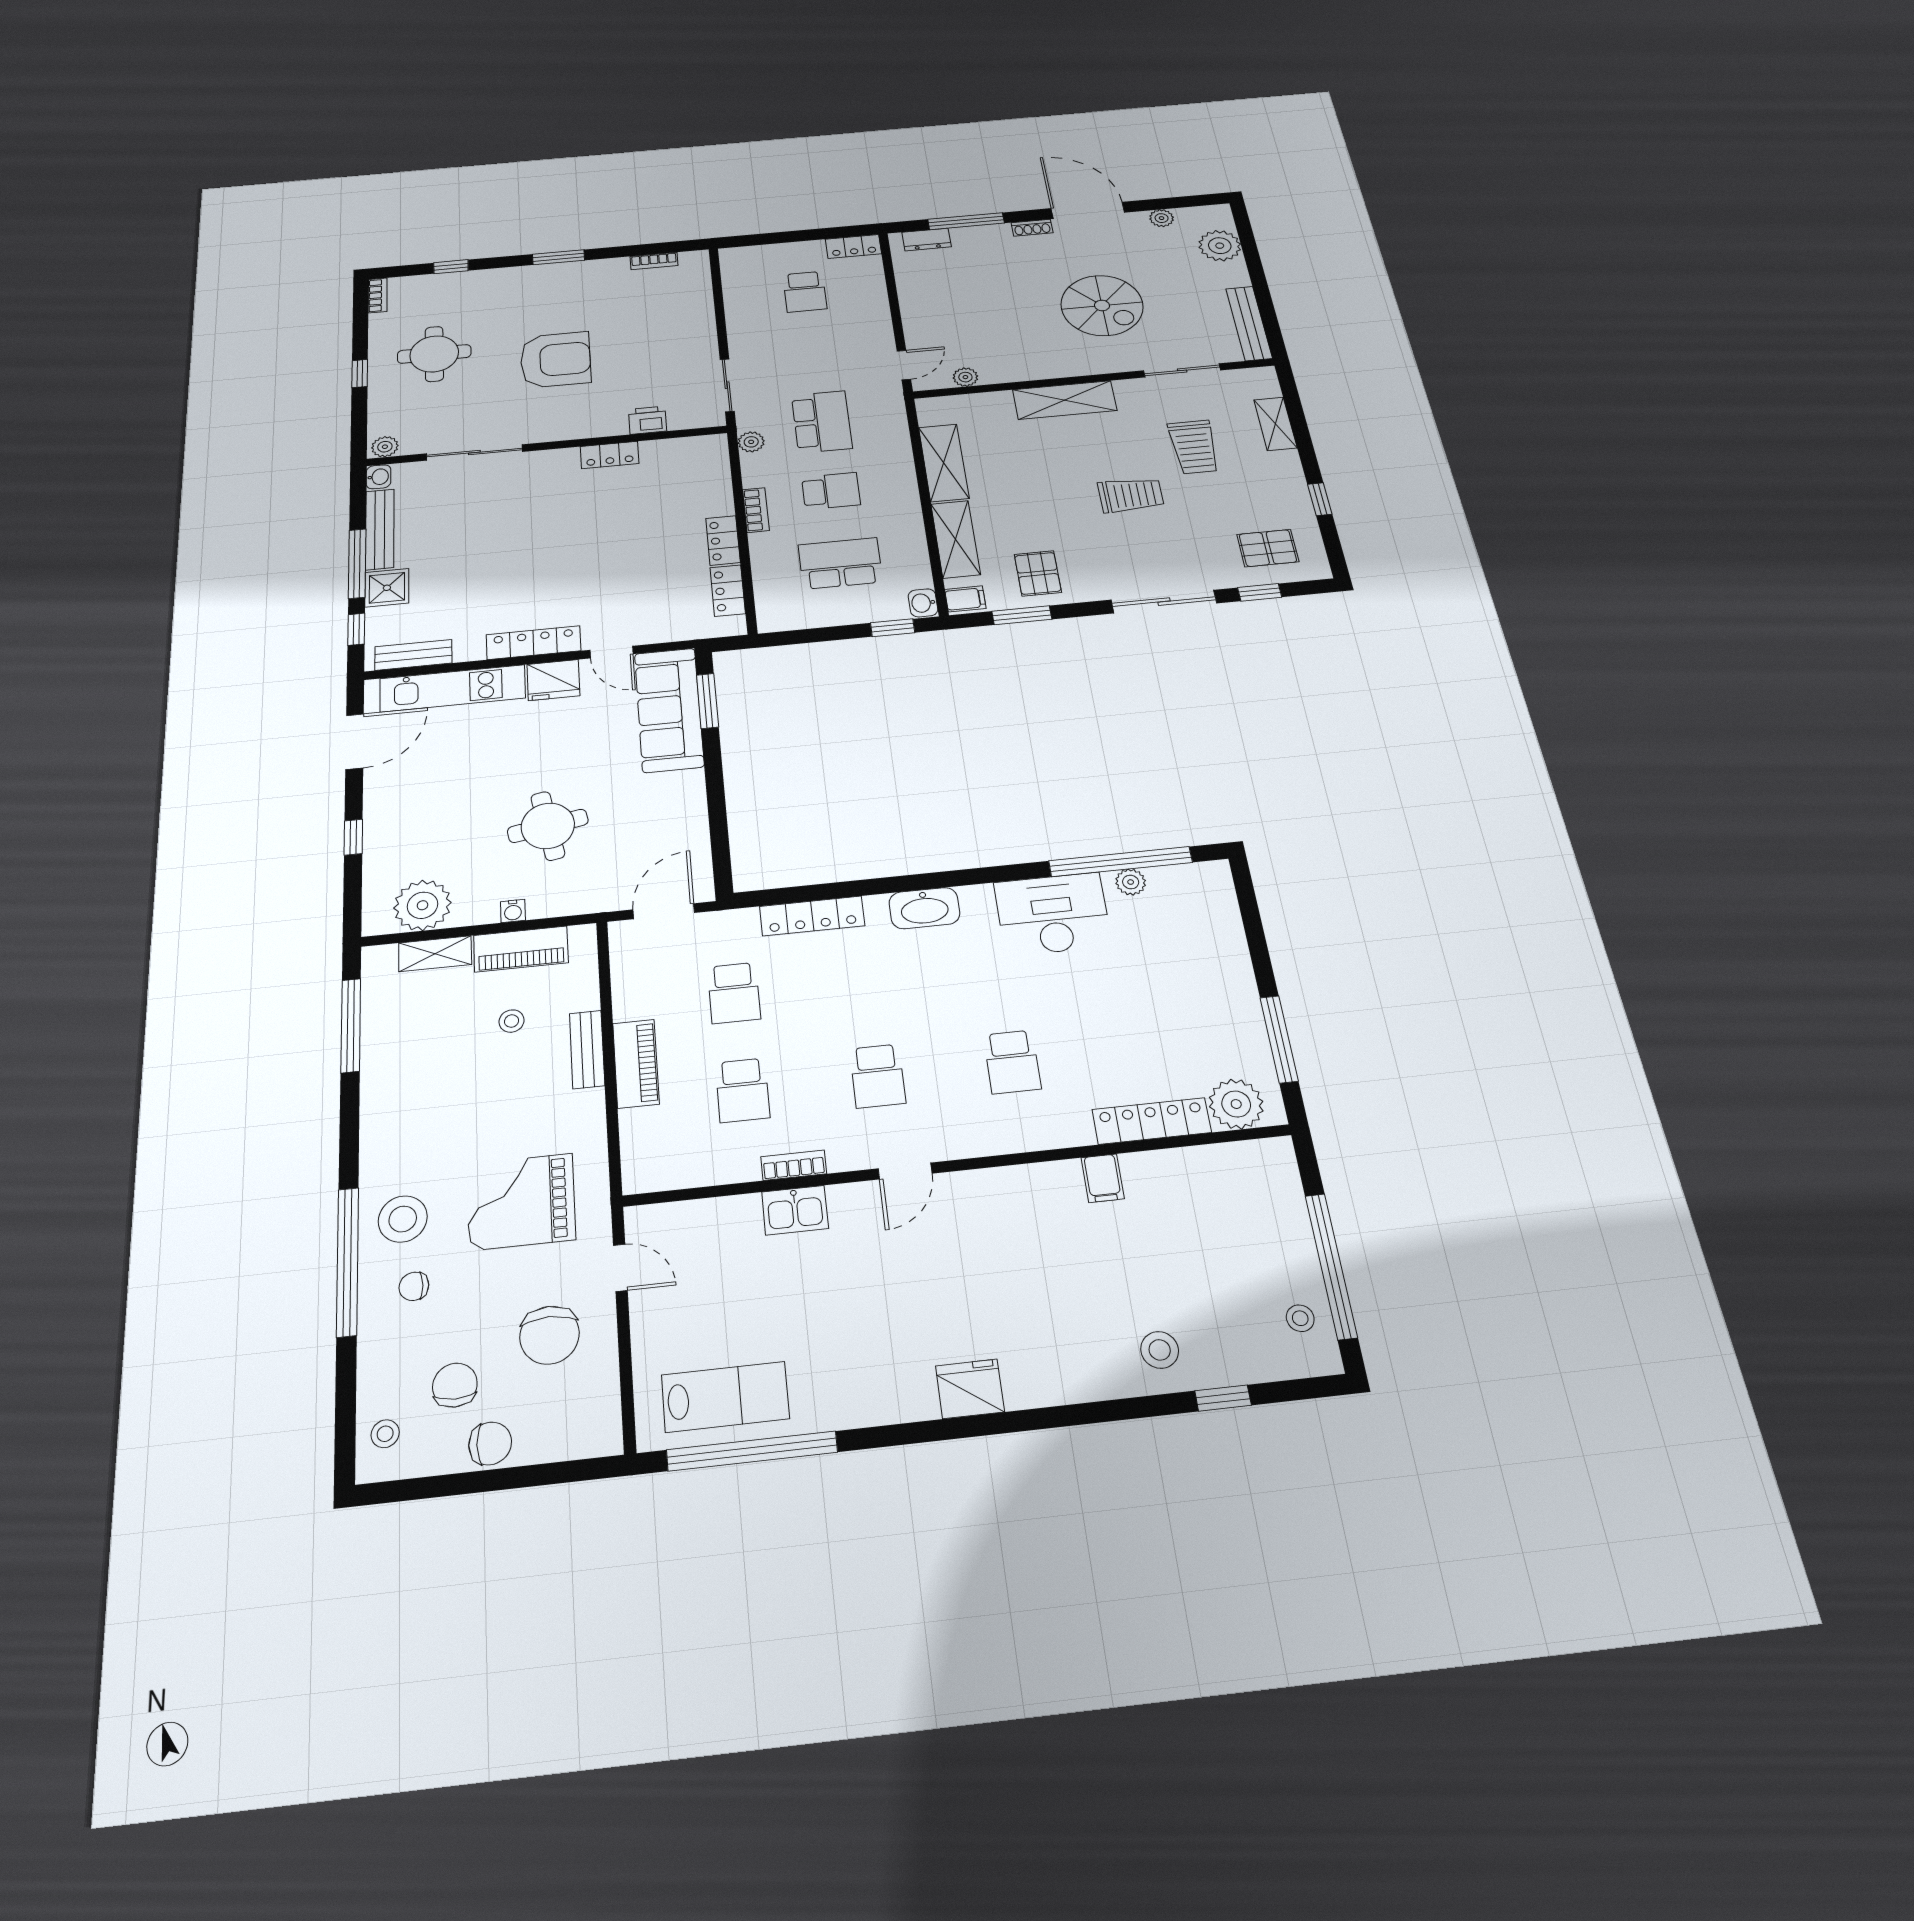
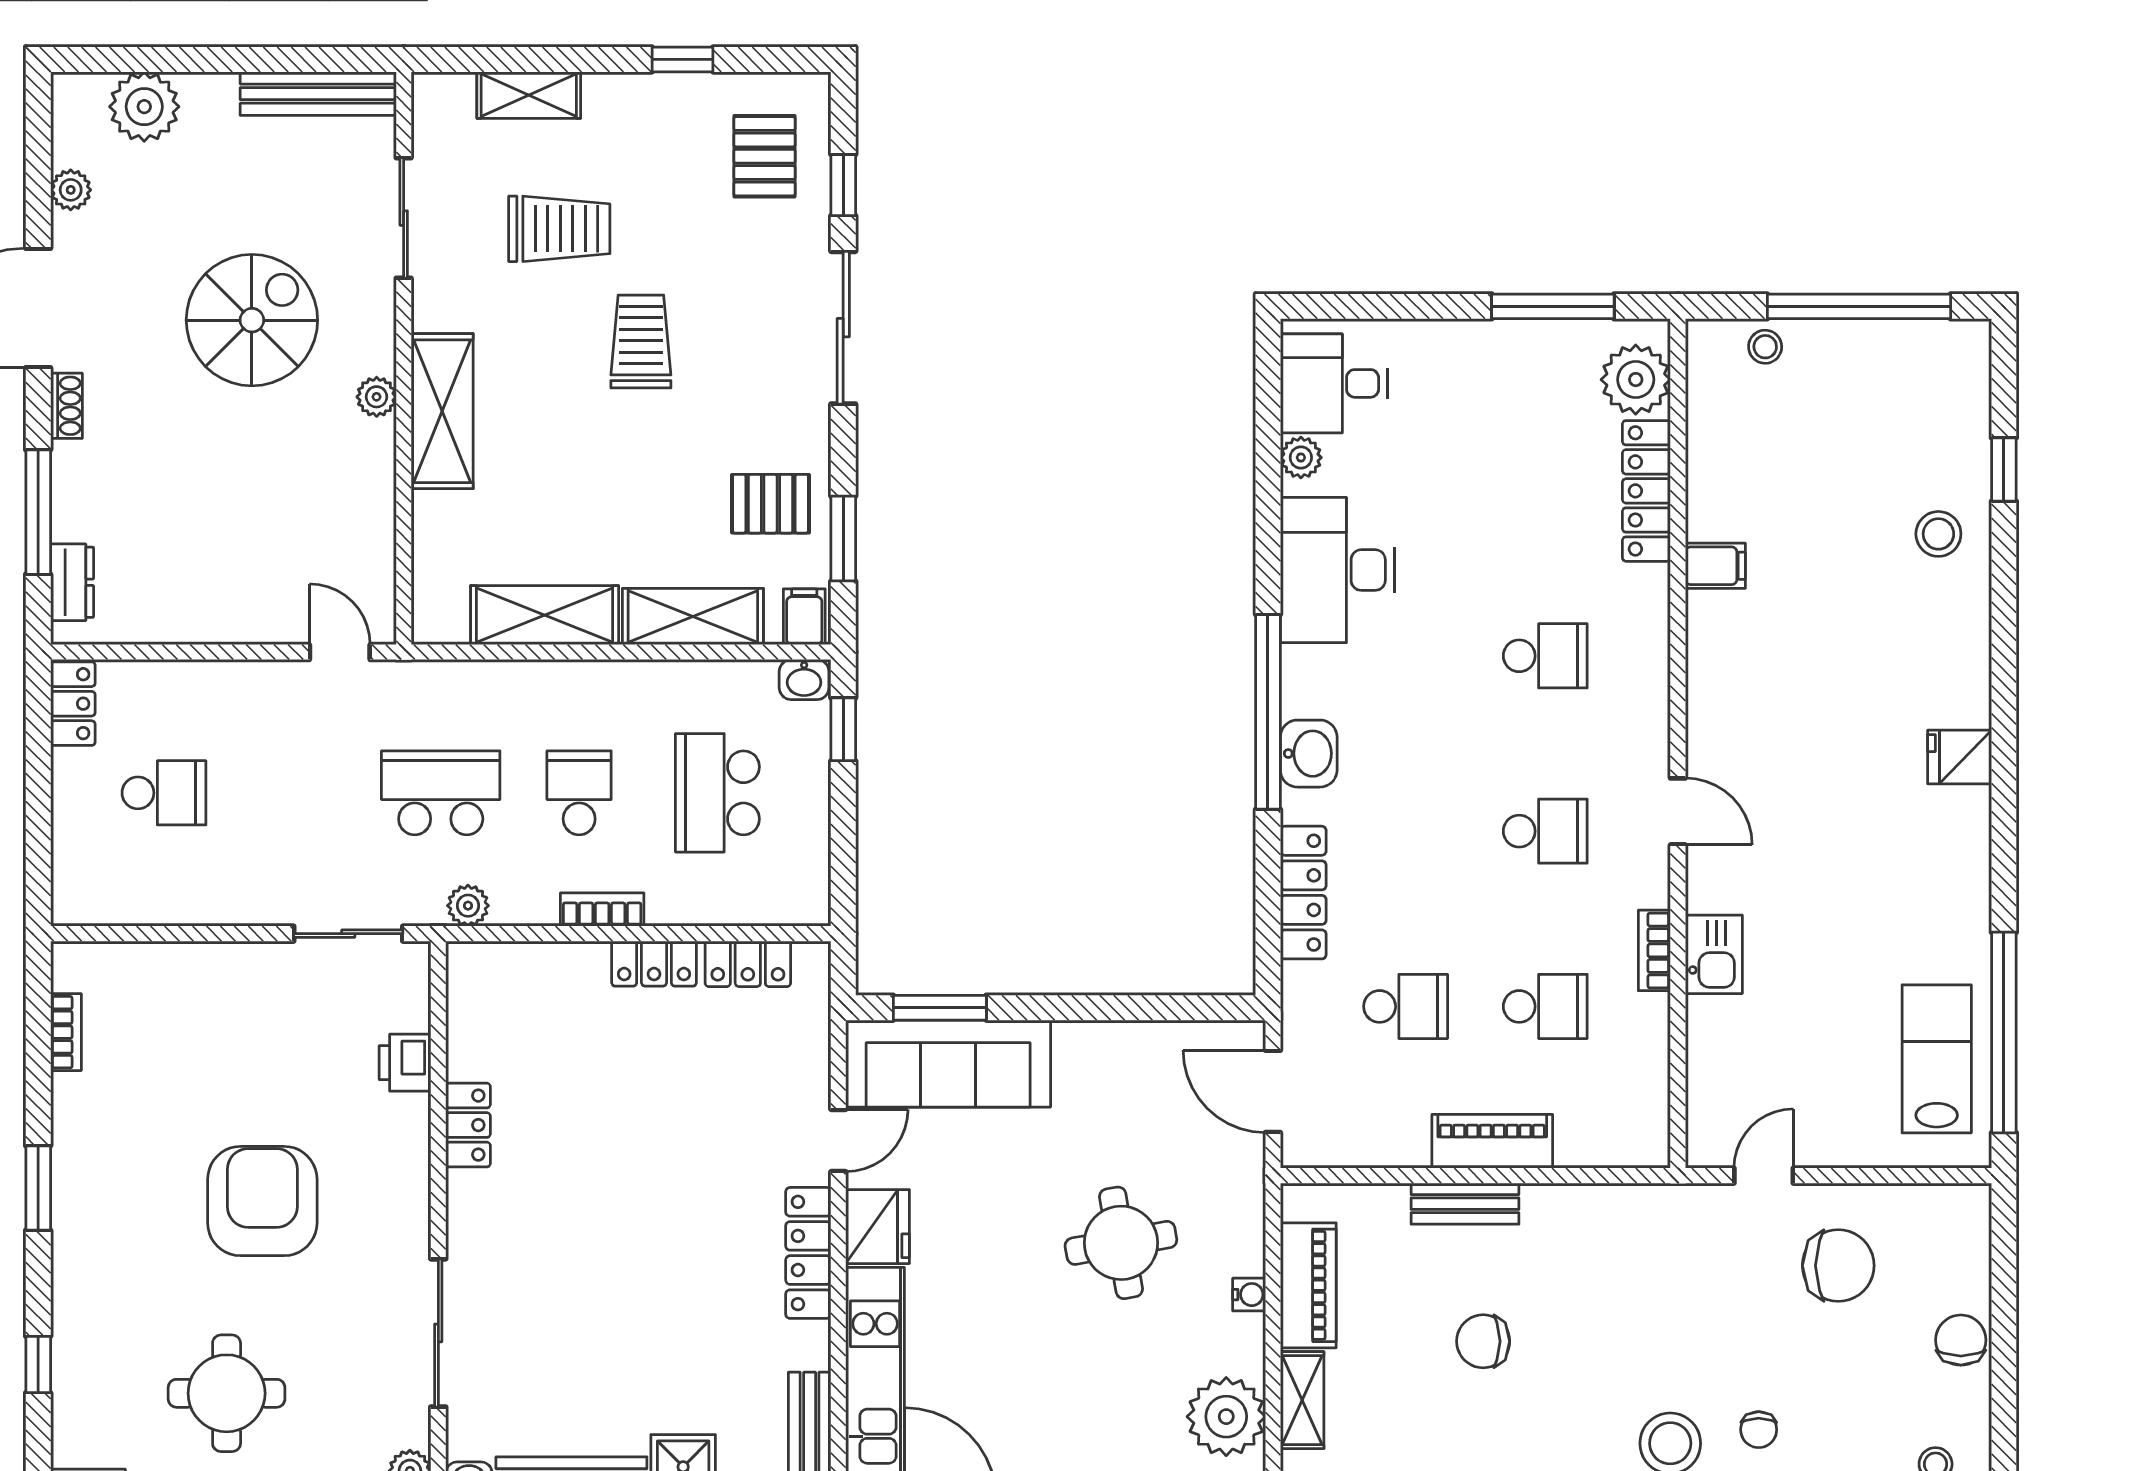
plant: (965, 377) -> (377, 397), moved
window: (1121, 862) -> (1268, 712), moved
desk: (1189, 898) -> (1334, 383), added
washbasin: (924, 908) -> (1309, 754), width x0.72
stool: (512, 1021) -> (1413, 1301), removed
grand piano: (521, 1202) -> (1664, 1295), removed
stool: (1300, 1318) -> (1765, 347), moved
chair: (455, 1385) -> (1483, 1341), moved
fridge: (970, 1389) -> (1960, 757), width x0.72

